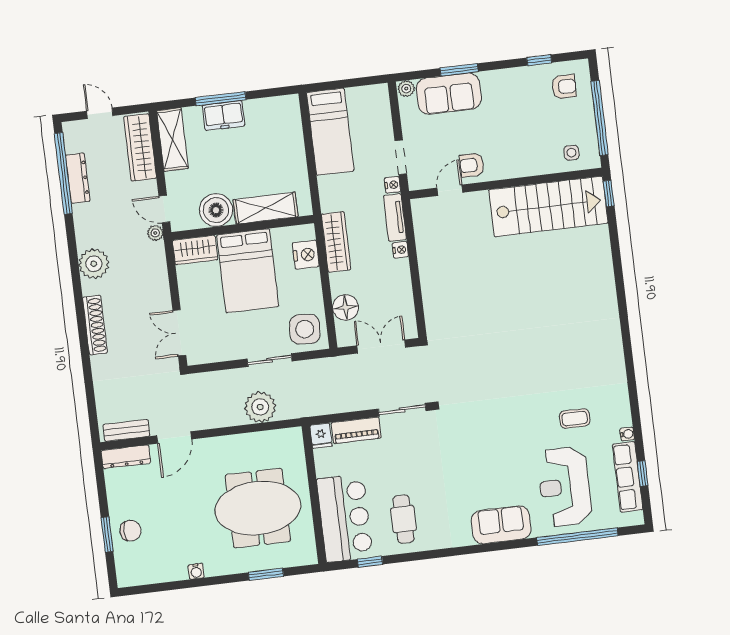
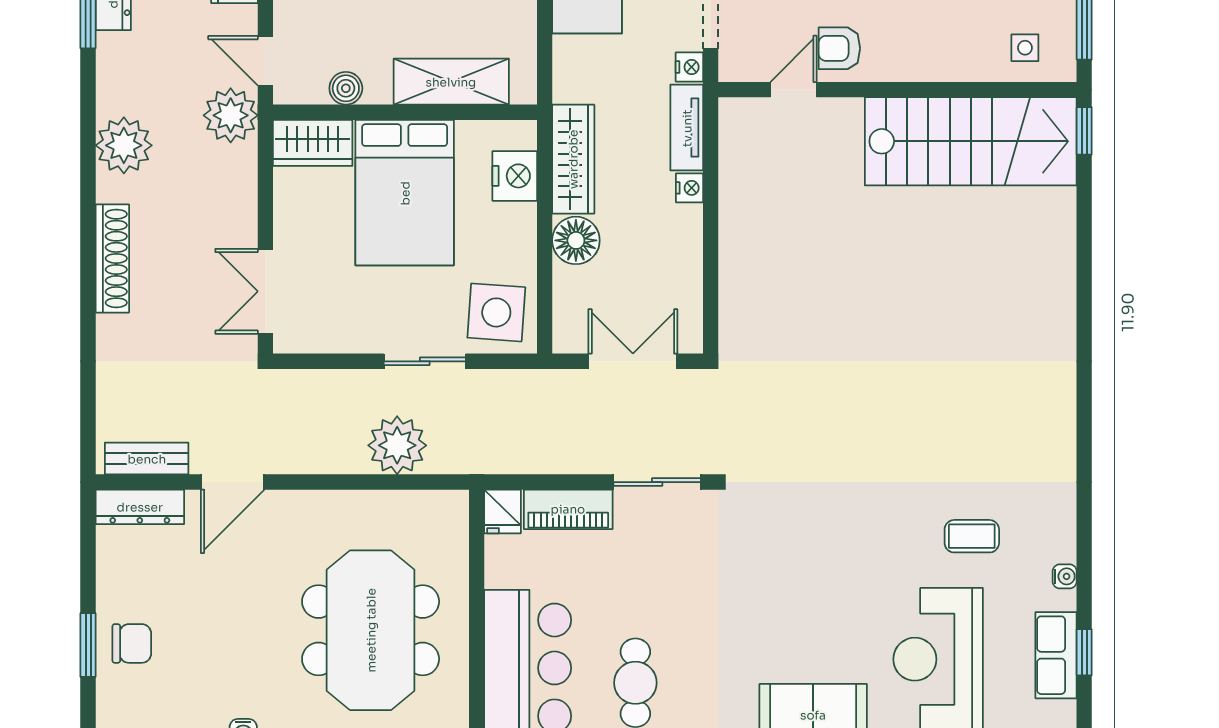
boiler: (216, 210) -> (346, 88), width x0.54, depth x0.54
plant: (155, 233) -> (231, 115), width x1.88, depth x1.88
floor lamp: (345, 307) -> (576, 240), moved
row of seats: (628, 477) -> (1056, 655), width x0.68
meeting table: (258, 508) -> (371, 630), turned 90

